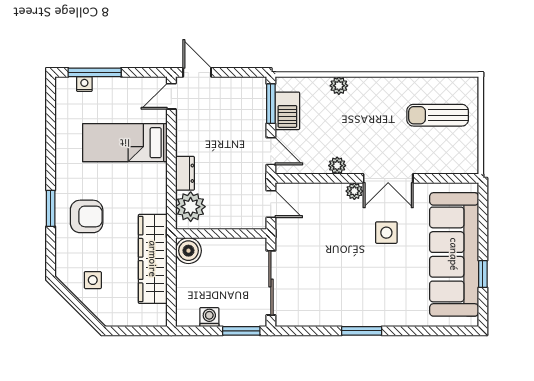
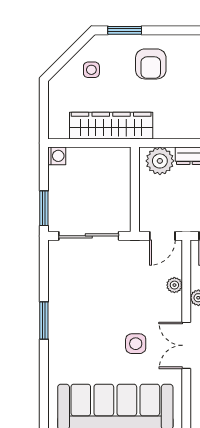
plant: (354, 191) -> (174, 285), moved
window: (51, 208) -> (125, 30), moved
boiler: (188, 251) -> (119, 159), removed
washing machine: (209, 317) -> (57, 156), moved

